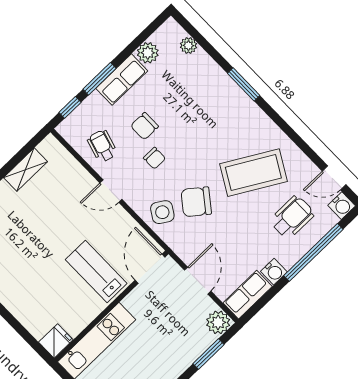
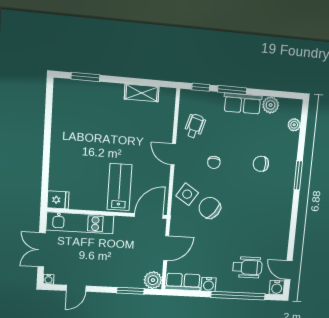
chair: (144, 126) -> (261, 164), moved
coffee table: (253, 173) -> (254, 225), removed

